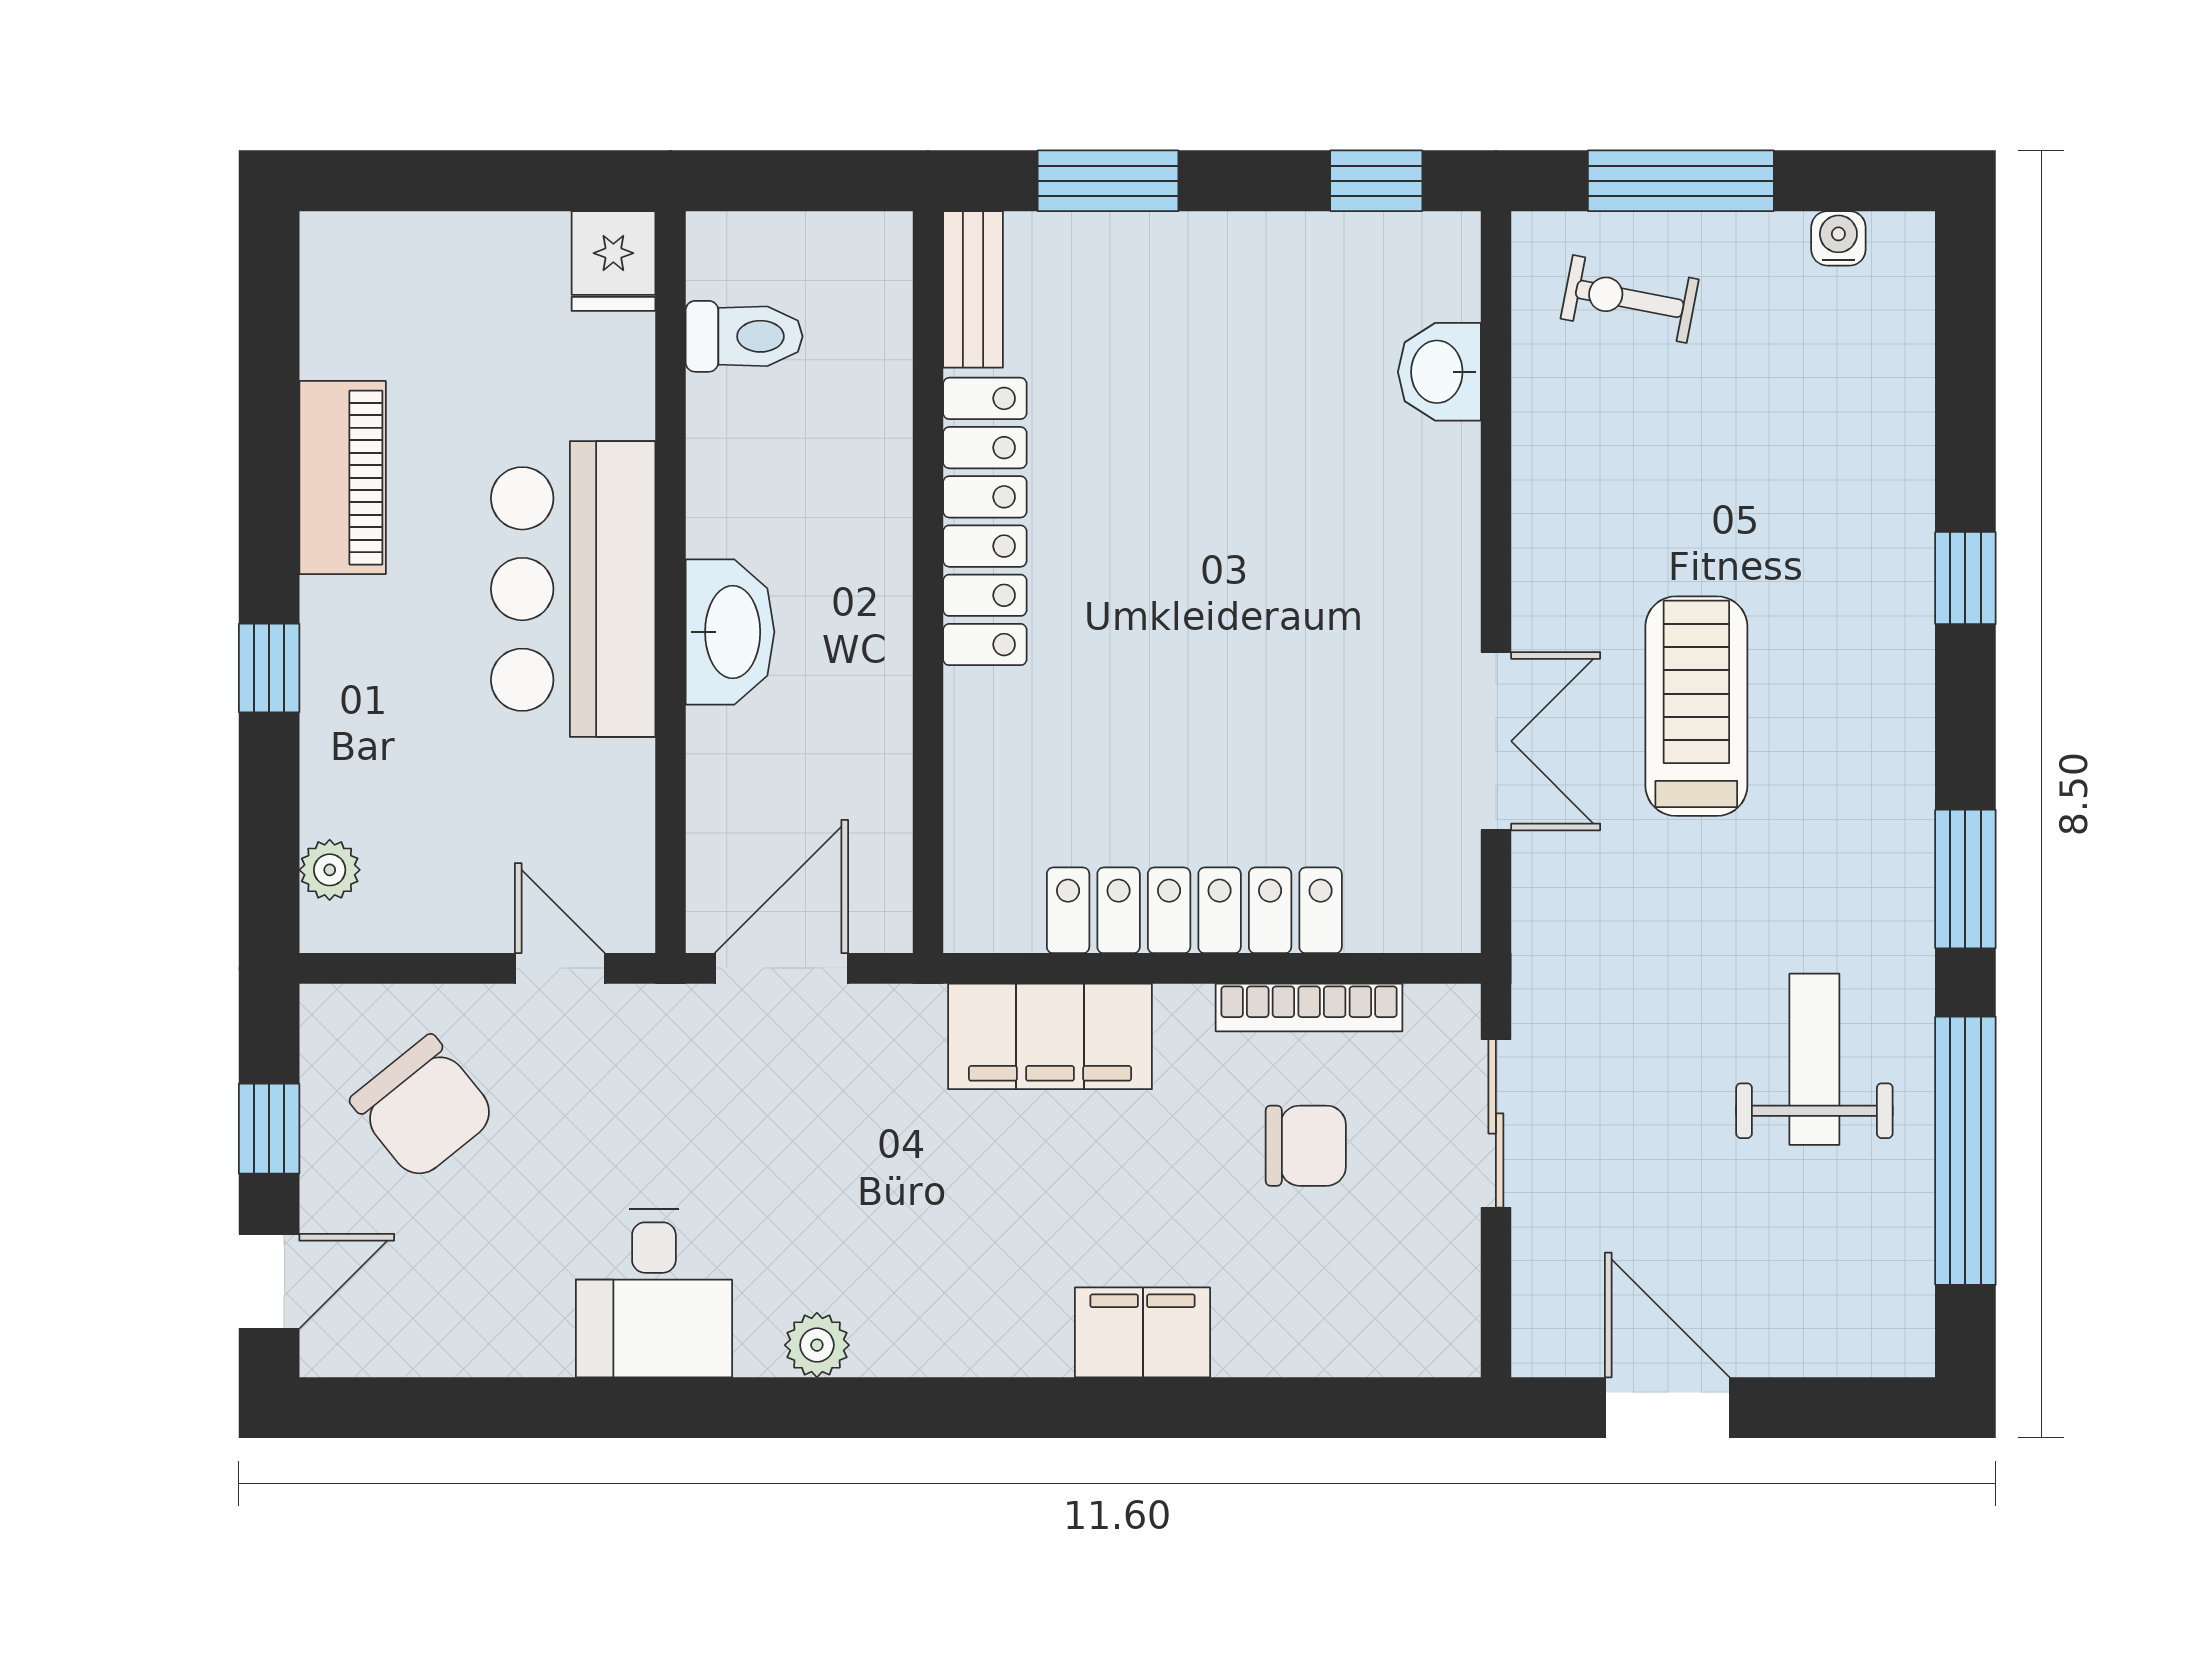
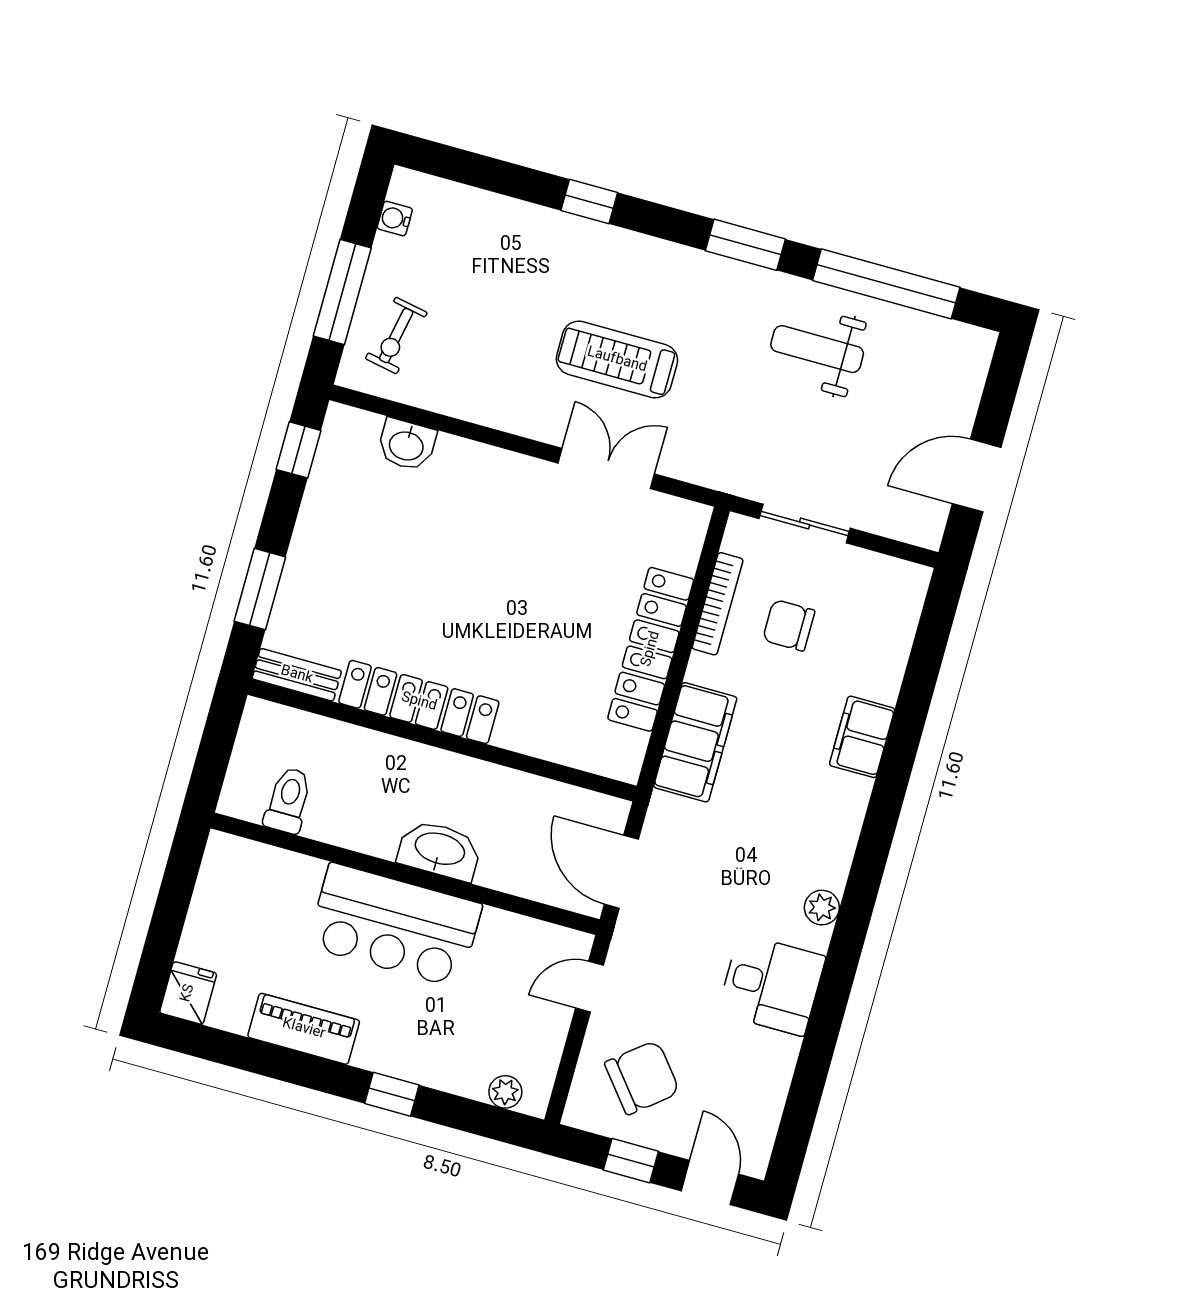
fridge: (613, 261) -> (188, 993), moved, turned -90
chair: (1306, 1146) -> (789, 625), turned -90

